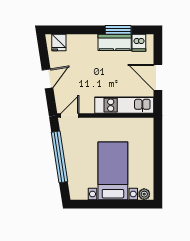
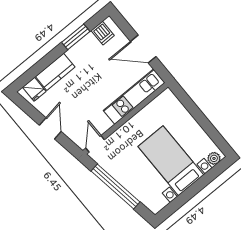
kitchen counter: (115, 42) -> (55, 72), moved

